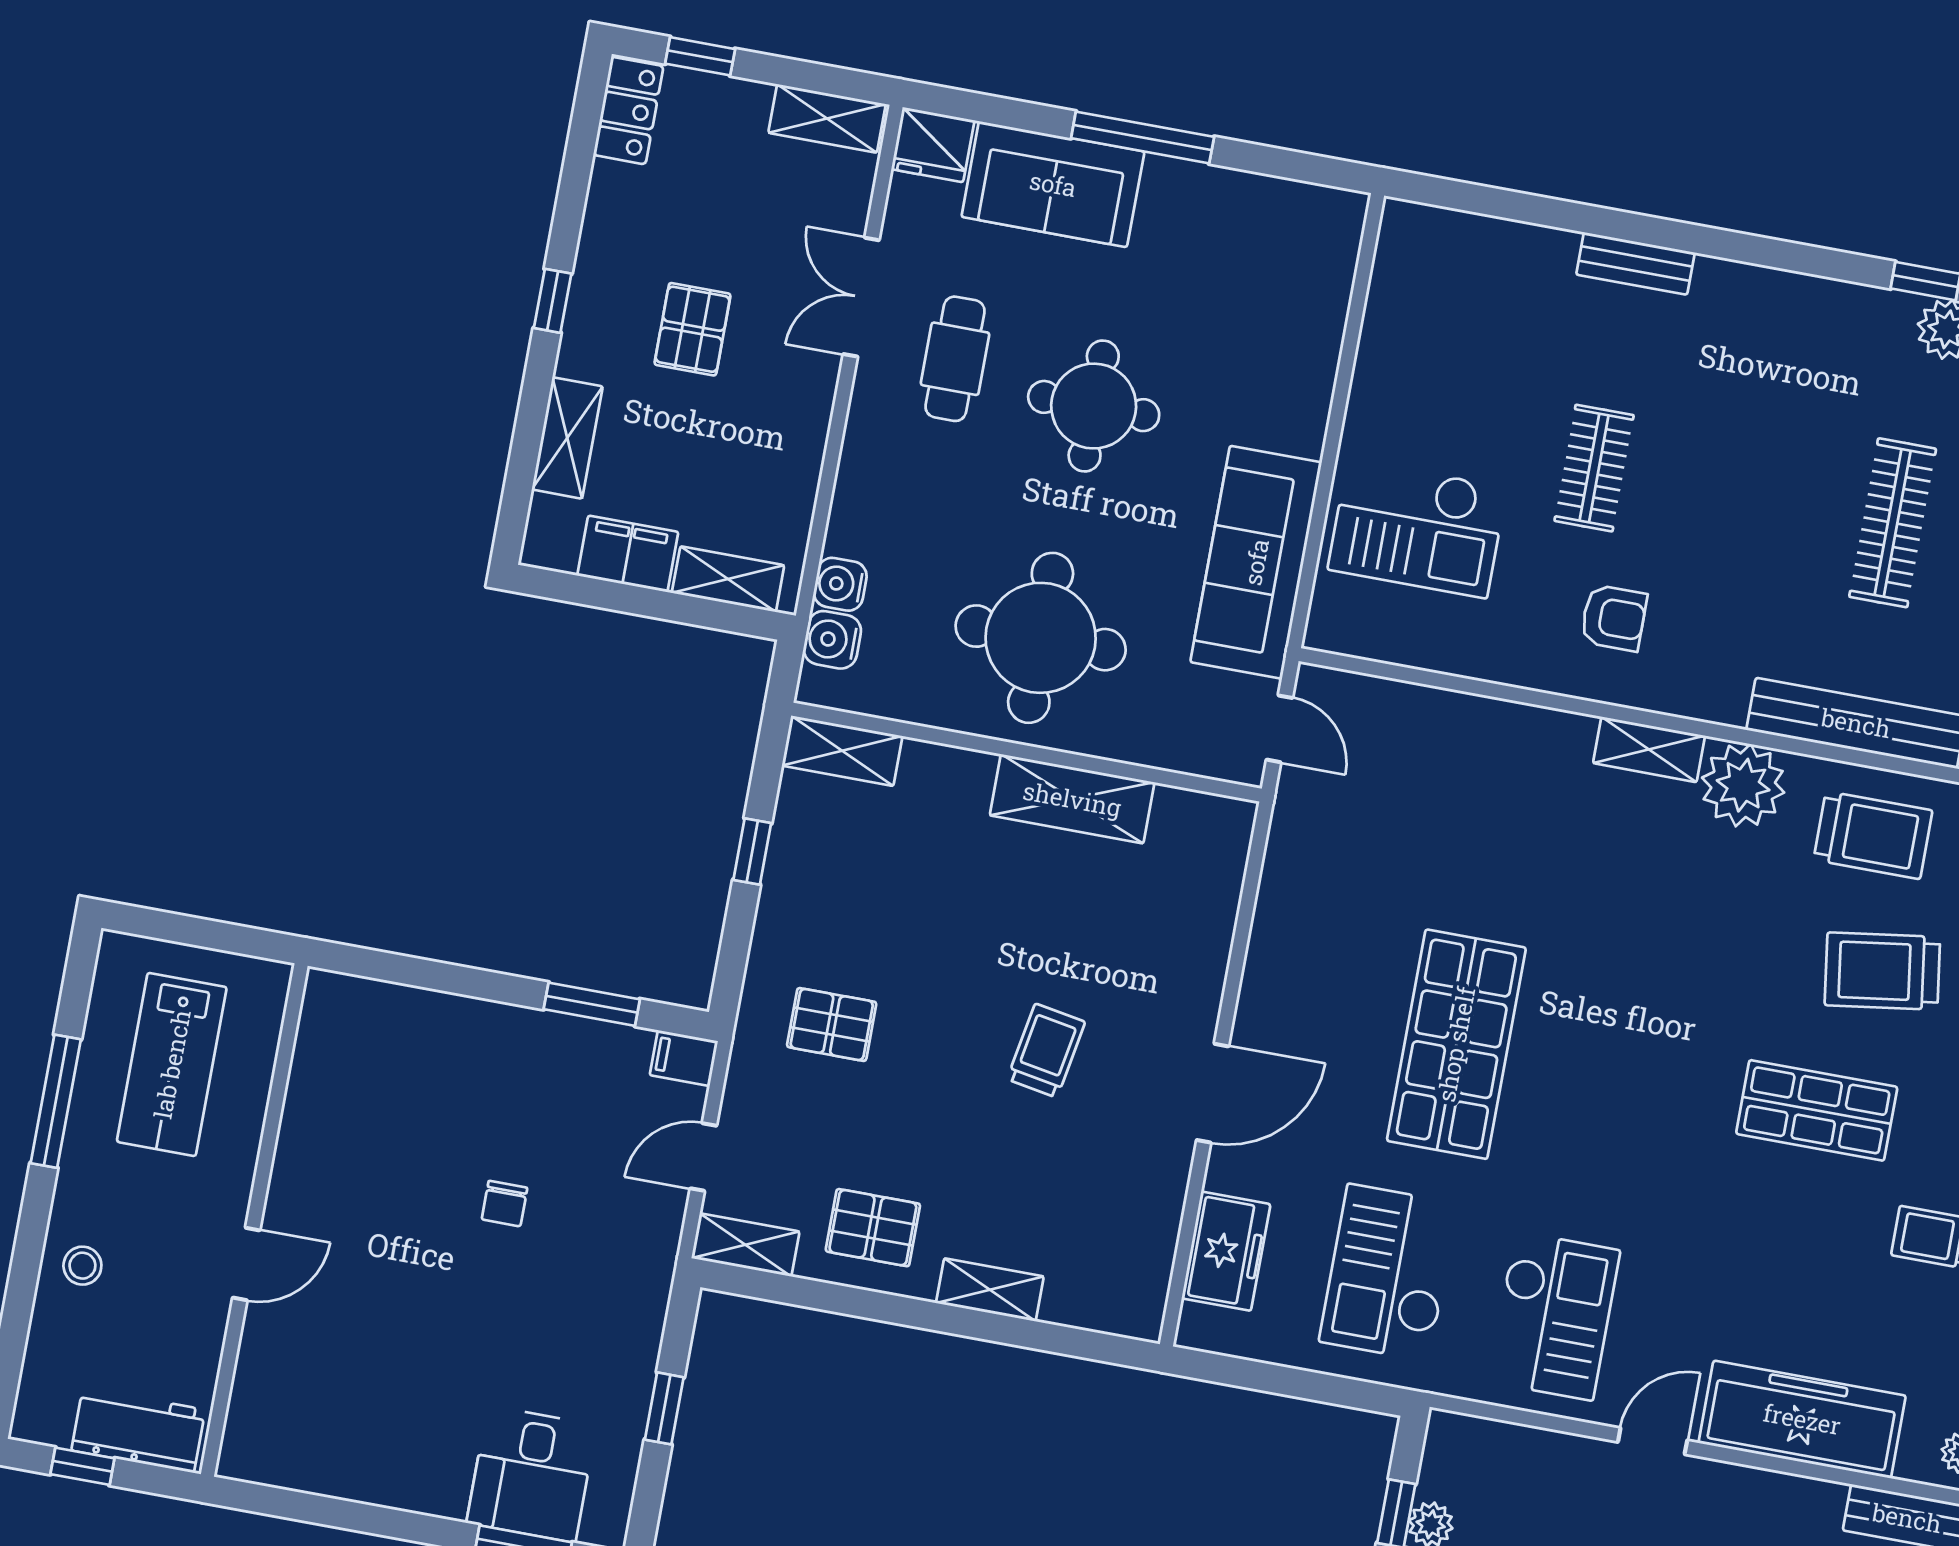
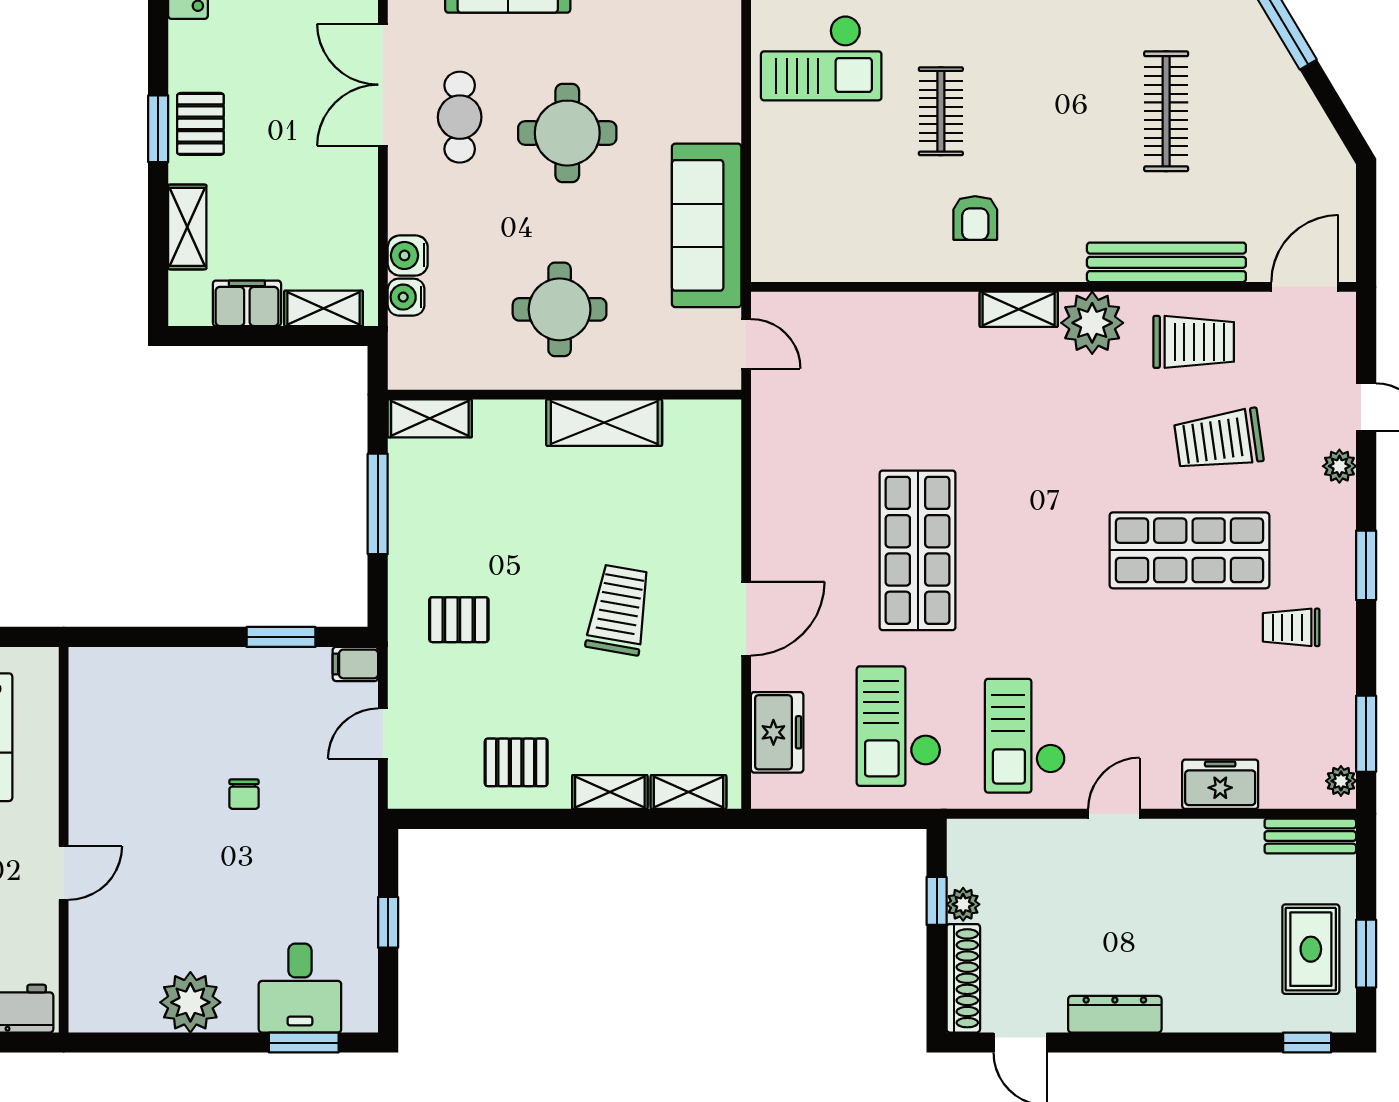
double door: (861, 297) -> (383, 85), width x1.37
window: (553, 301) -> (158, 129), width x1.50
pallet: (693, 329) -> (200, 124), moved
checkout: (1417, 528) -> (821, 58), moved
armchair: (1614, 618) -> (975, 218), turned 90
round table: (1041, 638) -> (560, 309), width x0.73, depth x0.73
water cooler: (832, 640) -> (408, 255), moved
window: (752, 851) -> (378, 504), width x2.17
trolley: (1046, 1051) -> (619, 610), width x1.36, depth x1.39
shop shelf: (1817, 1110) -> (1189, 550), width x1.43, depth x1.36
shelving: (745, 1245) -> (688, 792), moved
checkout: (1554, 1316) -> (1025, 736), turned 180
freezer: (1802, 1419) -> (1220, 784), width x0.52, depth x0.79
plant: (383, 1466) -> (190, 1002), added

